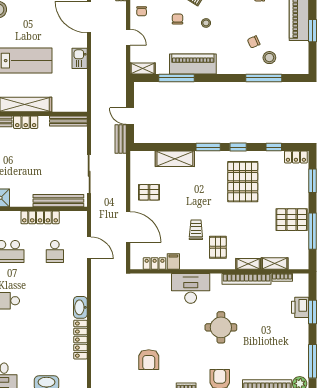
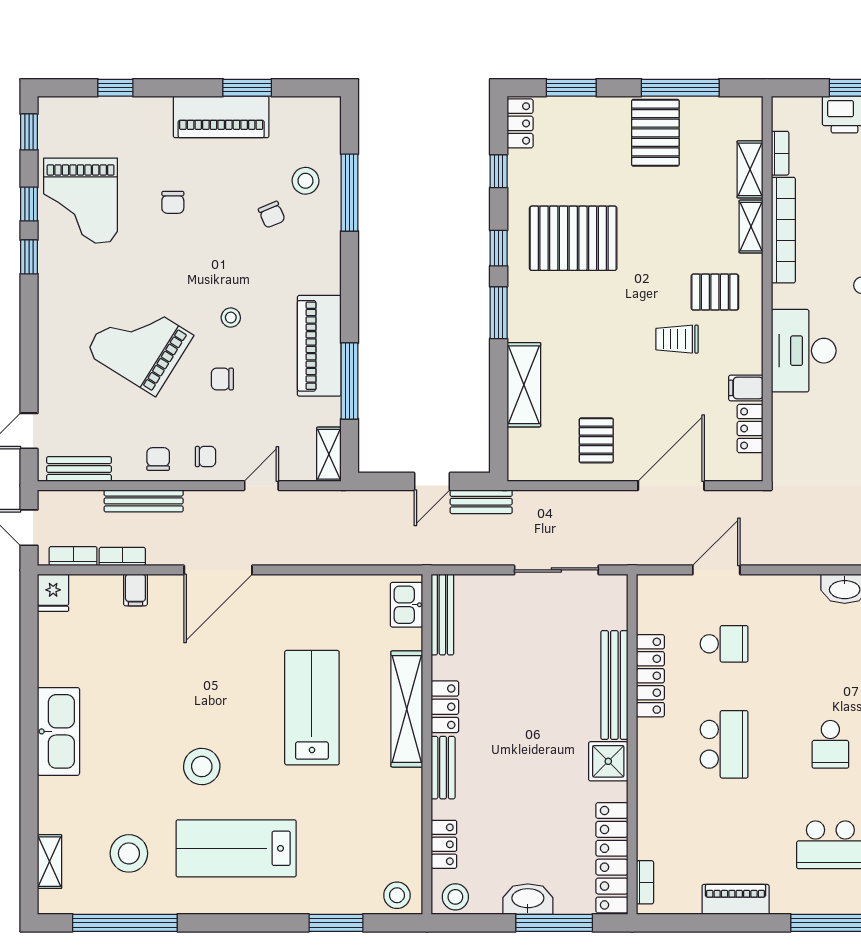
kitchen sink: (80, 58) -> (407, 605), moved, turned 90
bench: (58, 201) -> (614, 685), moved

